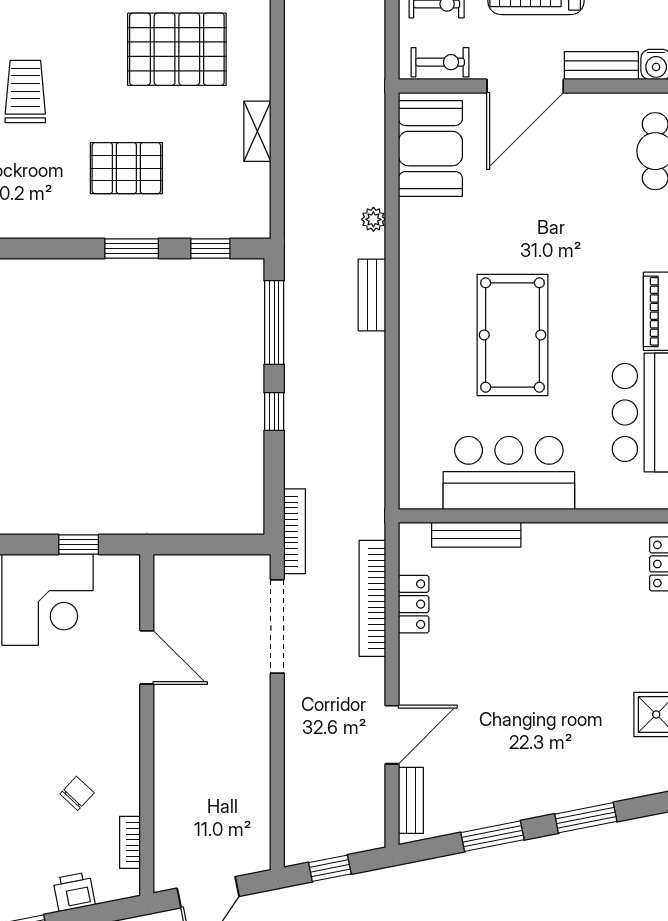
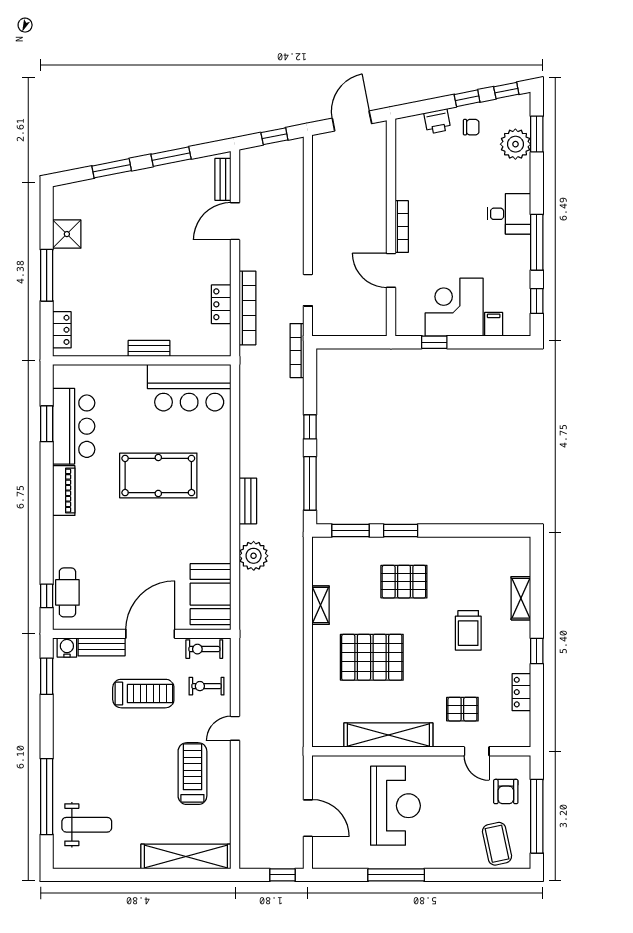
plant: (373, 219) -> (254, 556), width x1.88, depth x1.88
window: (210, 248) -> (350, 531), width x1.50
pool table: (513, 335) -> (158, 475), turned 90
bar counter: (509, 473) -> (189, 388), moved
bench: (476, 535) -> (149, 348), moved, width x0.73
doorway: (277, 626) -> (308, 290), width x0.53
chair: (77, 793) -> (471, 127), moved, turned -133
bookcase: (130, 842) -> (402, 227), moved, width x1.56

